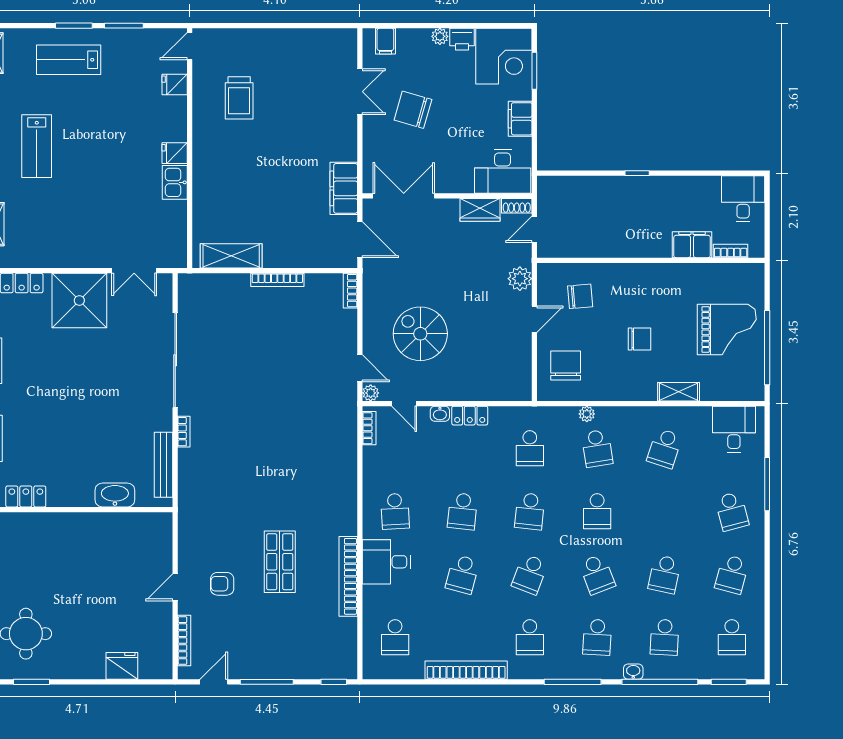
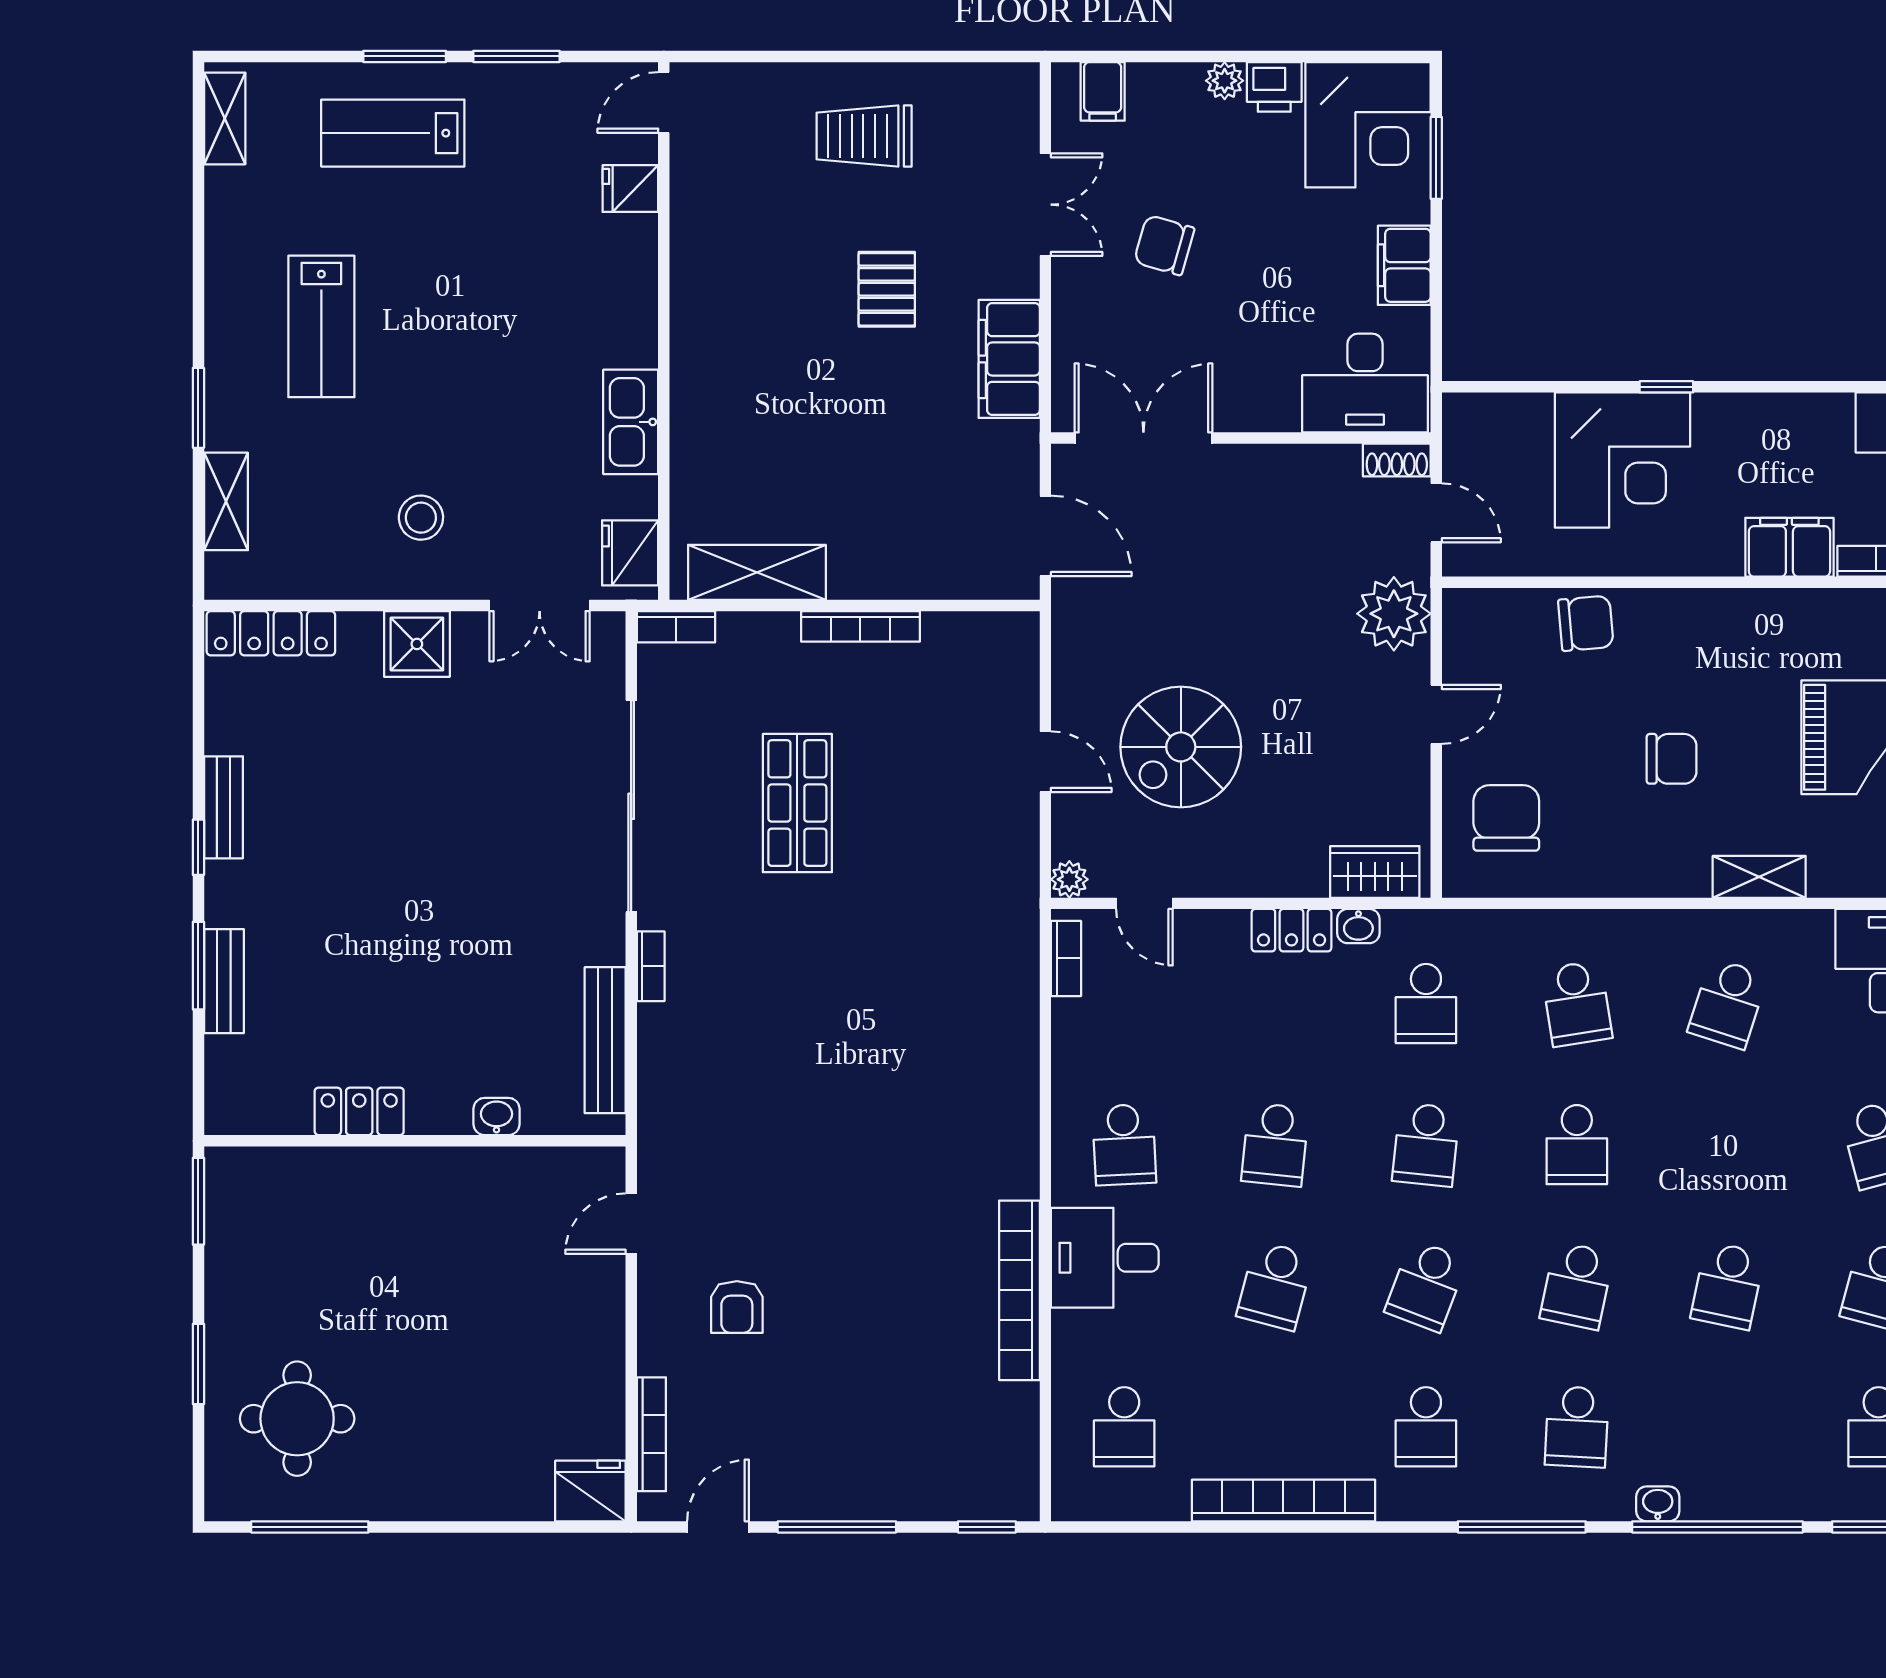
trolley: (239, 98) -> (864, 136), moved, turned 90
chair: (413, 110) -> (1164, 245), width x0.73, depth x0.73
pallet: (289, 129) -> (887, 289), added
fridge: (175, 153) -> (630, 553), moved, width x1.38
kitchen sink: (175, 182) -> (631, 422), width x1.38
filing cabinet: (344, 188) -> (1009, 359), moved
corner desk: (618, 206) -> (1623, 460), added
wardrobe: (480, 210) -> (1375, 872), moved, turned 180
door: (534, 229) -> (1436, 513), swing flipped
stool: (81, 231) -> (421, 518), added
plant: (520, 279) -> (1394, 614), width x1.36, depth x1.36
bookcase: (350, 291) -> (676, 627), moved, turned -90
chair: (580, 296) -> (1586, 623), moved
shower: (79, 300) -> (417, 644), width x0.54, depth x0.54
spiral stairs: (420, 334) -> (1181, 747), turned -90
door: (360, 368) -> (1045, 762), moved
washbasin: (440, 414) -> (1358, 926), moved
plant: (587, 414) -> (1554, 927), removed
washbasin: (115, 495) -> (497, 1116), width x0.52, depth x0.69
locker: (26, 496) -> (359, 1111), moved
shop shelf: (280, 562) -> (797, 803), moved
school desk: (597, 574) -> (1577, 1286), turned 33
armchair: (222, 584) -> (737, 1307), turned -90
door: (175, 587) -> (631, 1224), moved
school desk: (664, 637) -> (1728, 1427), removed
fridge: (122, 666) -> (590, 1491), moved
window: (32, 682) -> (310, 1527), width x1.44

